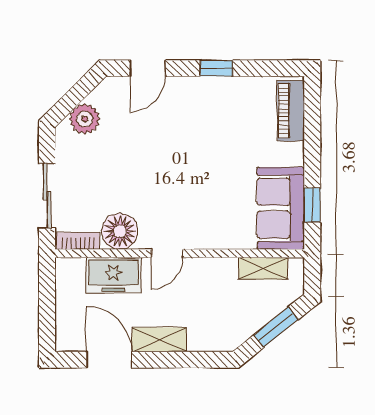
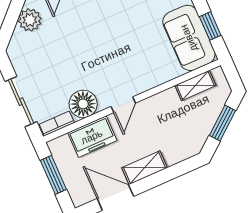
plant: (85, 119) -> (30, 20), moved
window: (47, 300) -> (53, 175), added

